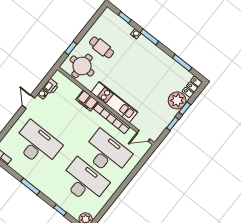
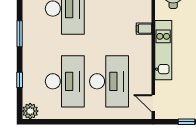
filing cabinet: (87, 101) -> (144, 29), width x0.50
bookcase: (112, 118) -> (146, 60), removed

